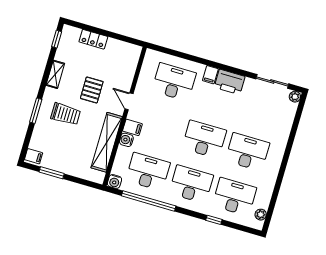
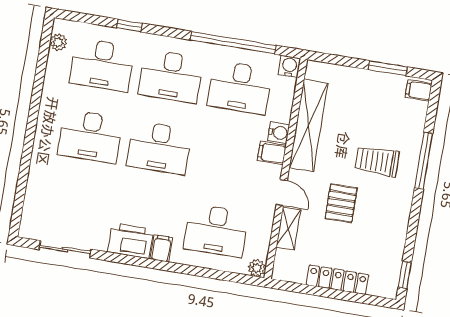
locker: (93, 39) -> (337, 280), width x1.53
shelving: (55, 74) -> (288, 228), moved
plant: (295, 97) -> (257, 268), moved
window: (36, 111) -> (424, 161), width x1.44

